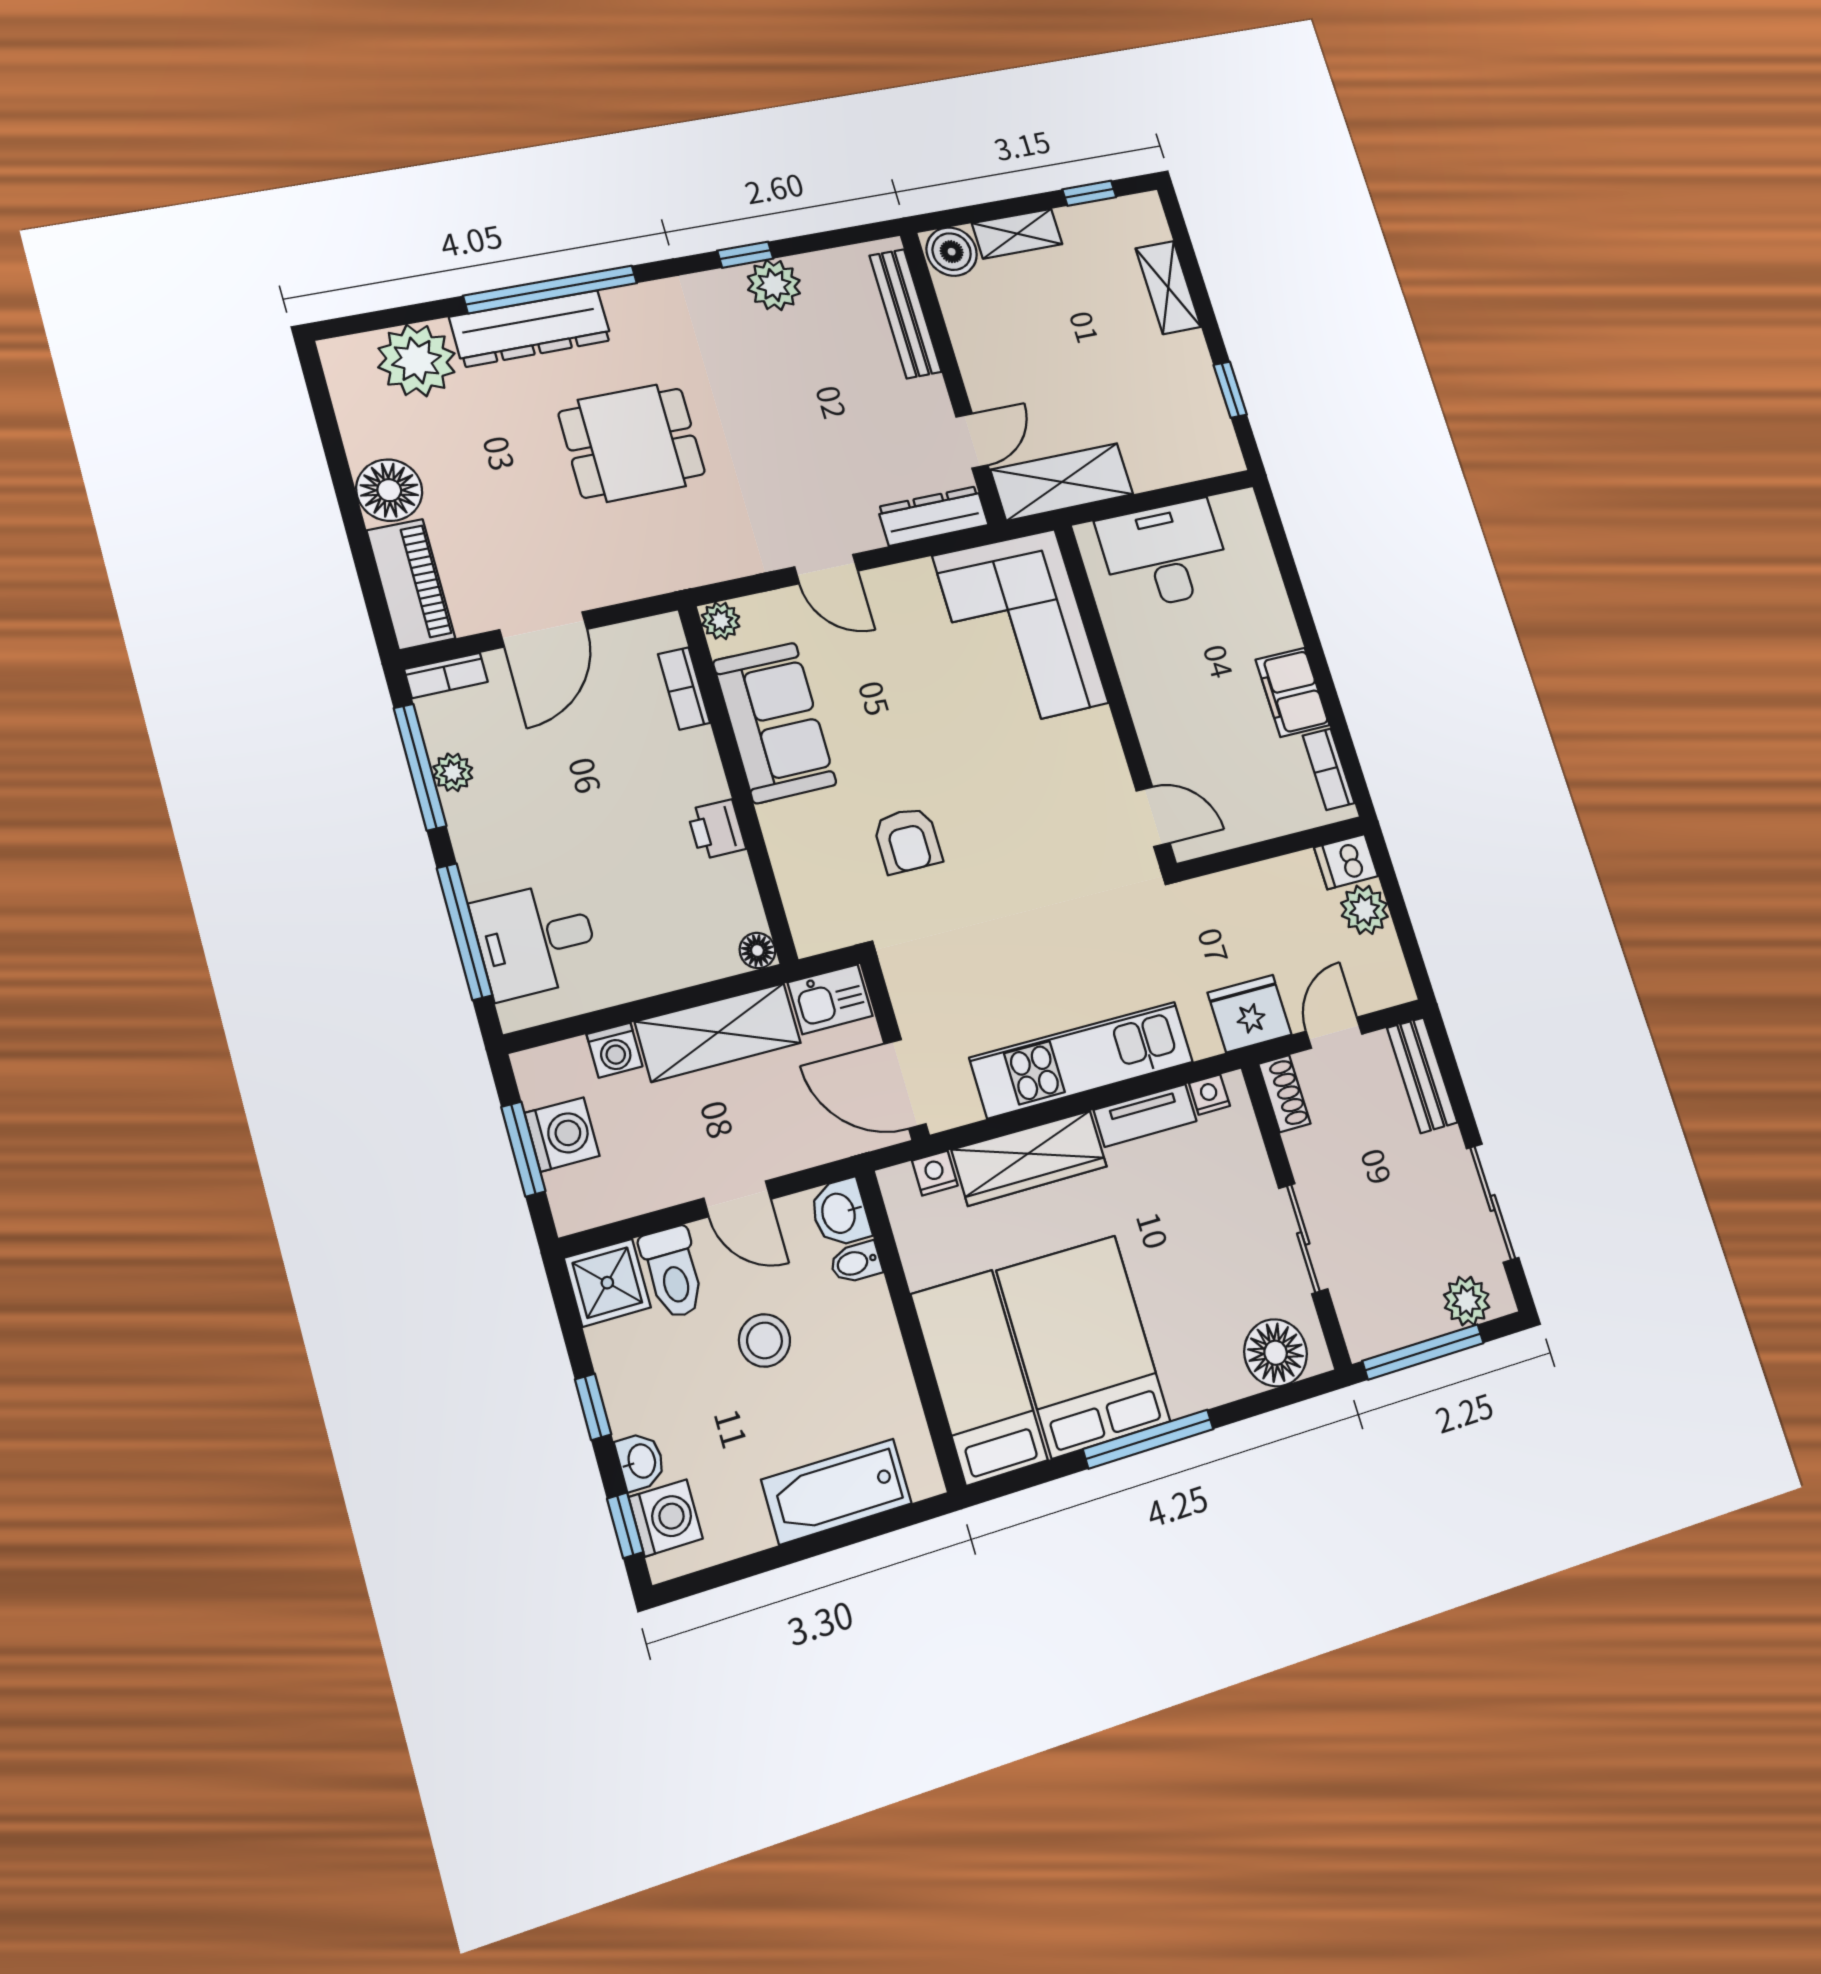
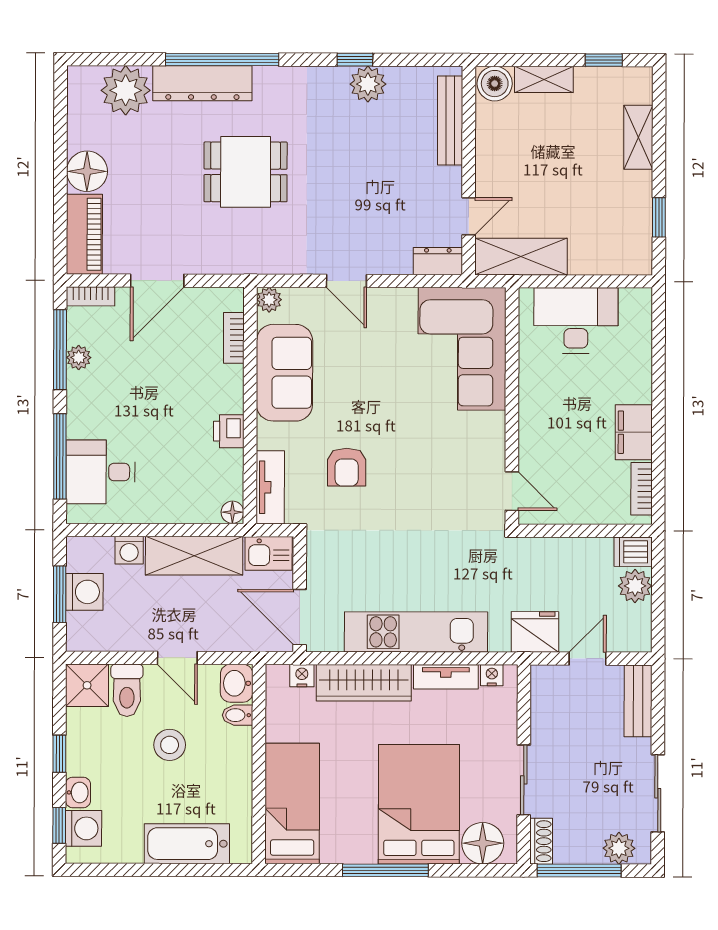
dresser: (933, 516) -> (438, 261), width x0.70
tv unit: (803, 899) -> (270, 487), added
shoe rack: (1284, 1094) -> (541, 841), moved
bed: (1083, 1346) -> (419, 804), moved

